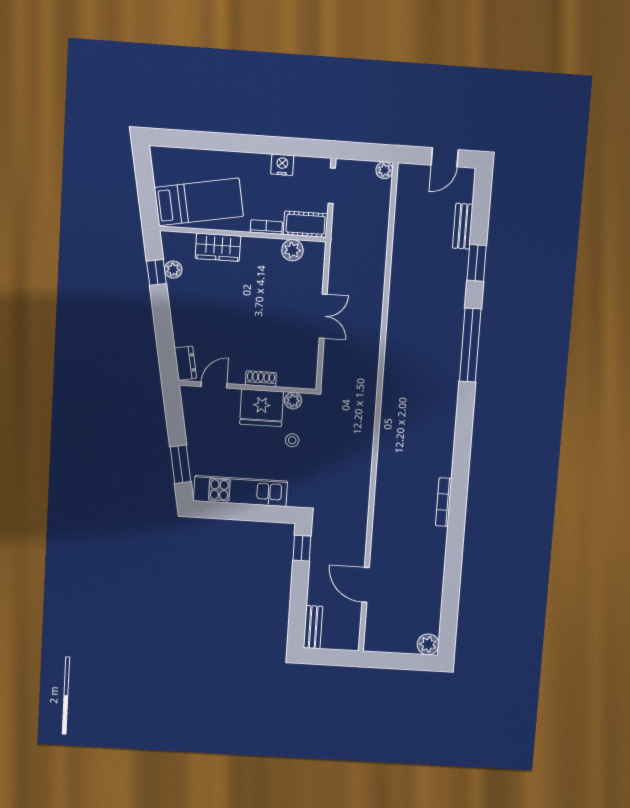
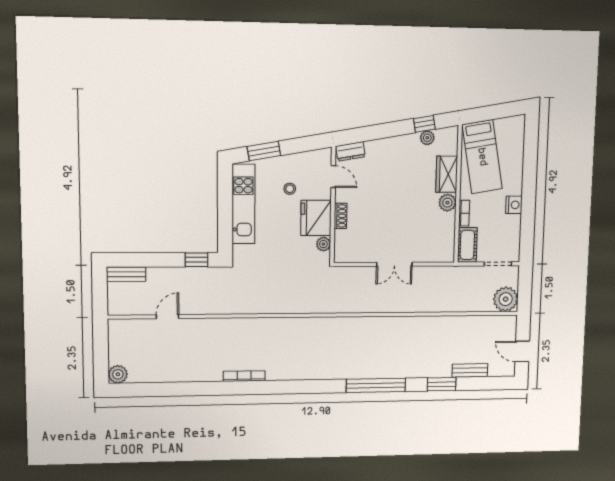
nightstand: (282, 165) -> (514, 205), moved
plant: (384, 170) -> (506, 299), width x1.88, depth x1.88
plant: (292, 250) -> (447, 203), moved
stool: (292, 440) -> (290, 189), moved
door: (366, 585) -> (168, 317), width x0.73

